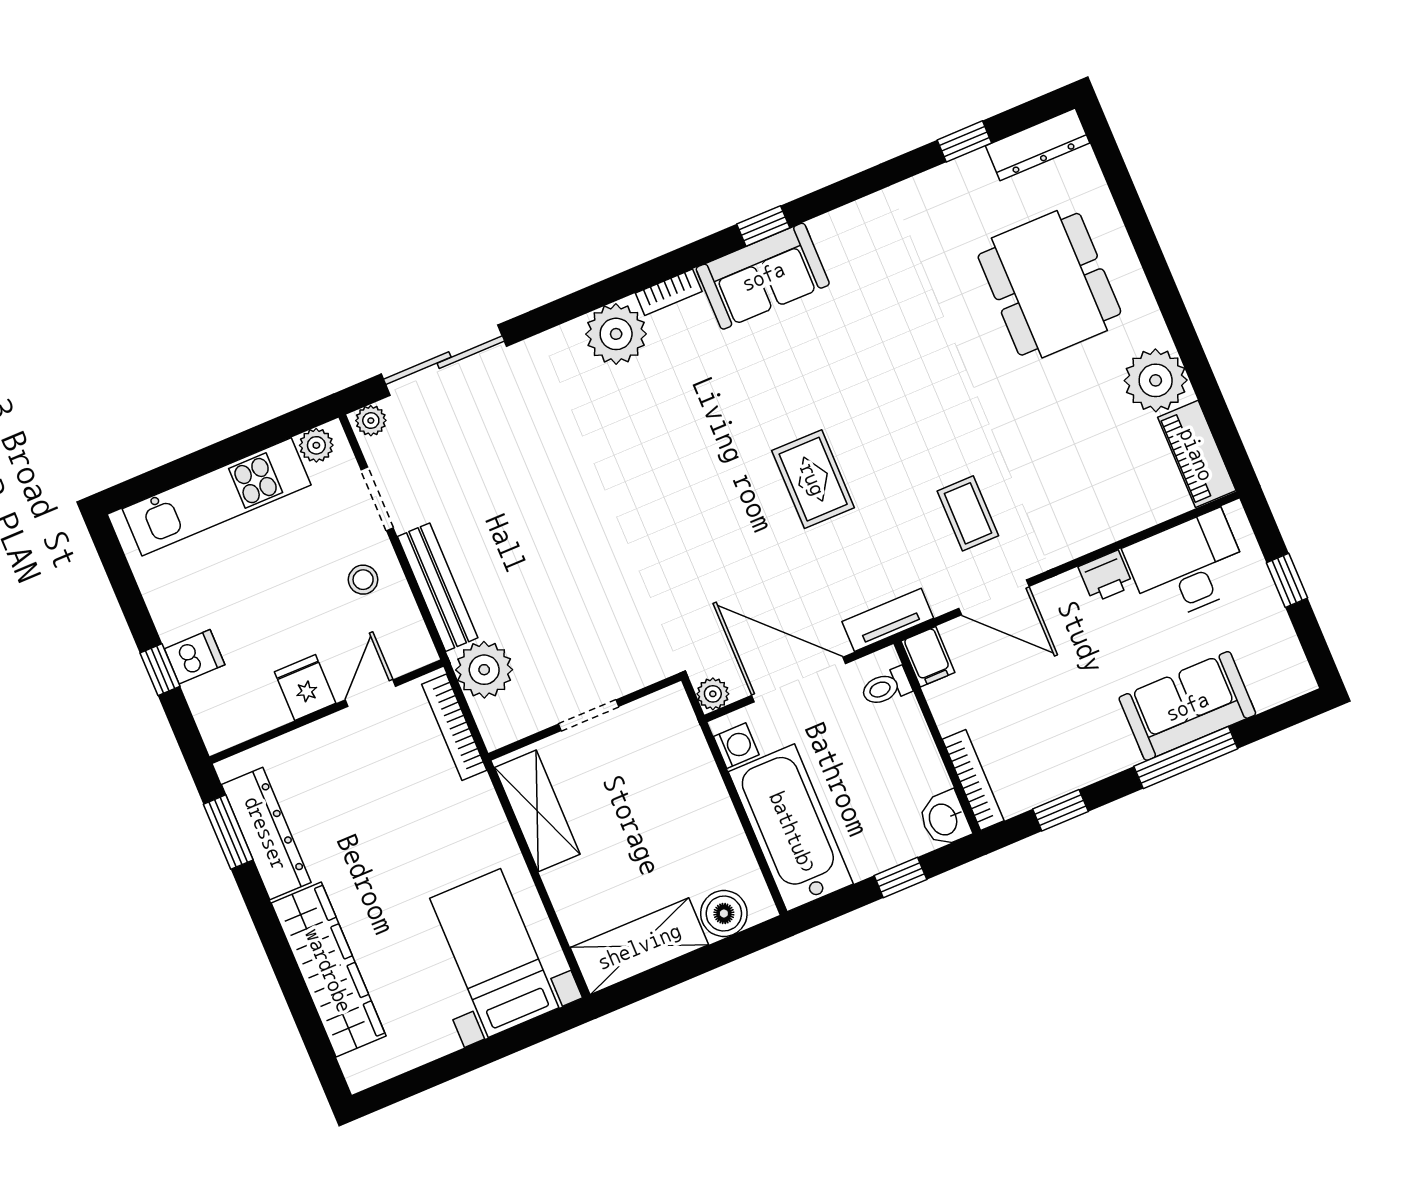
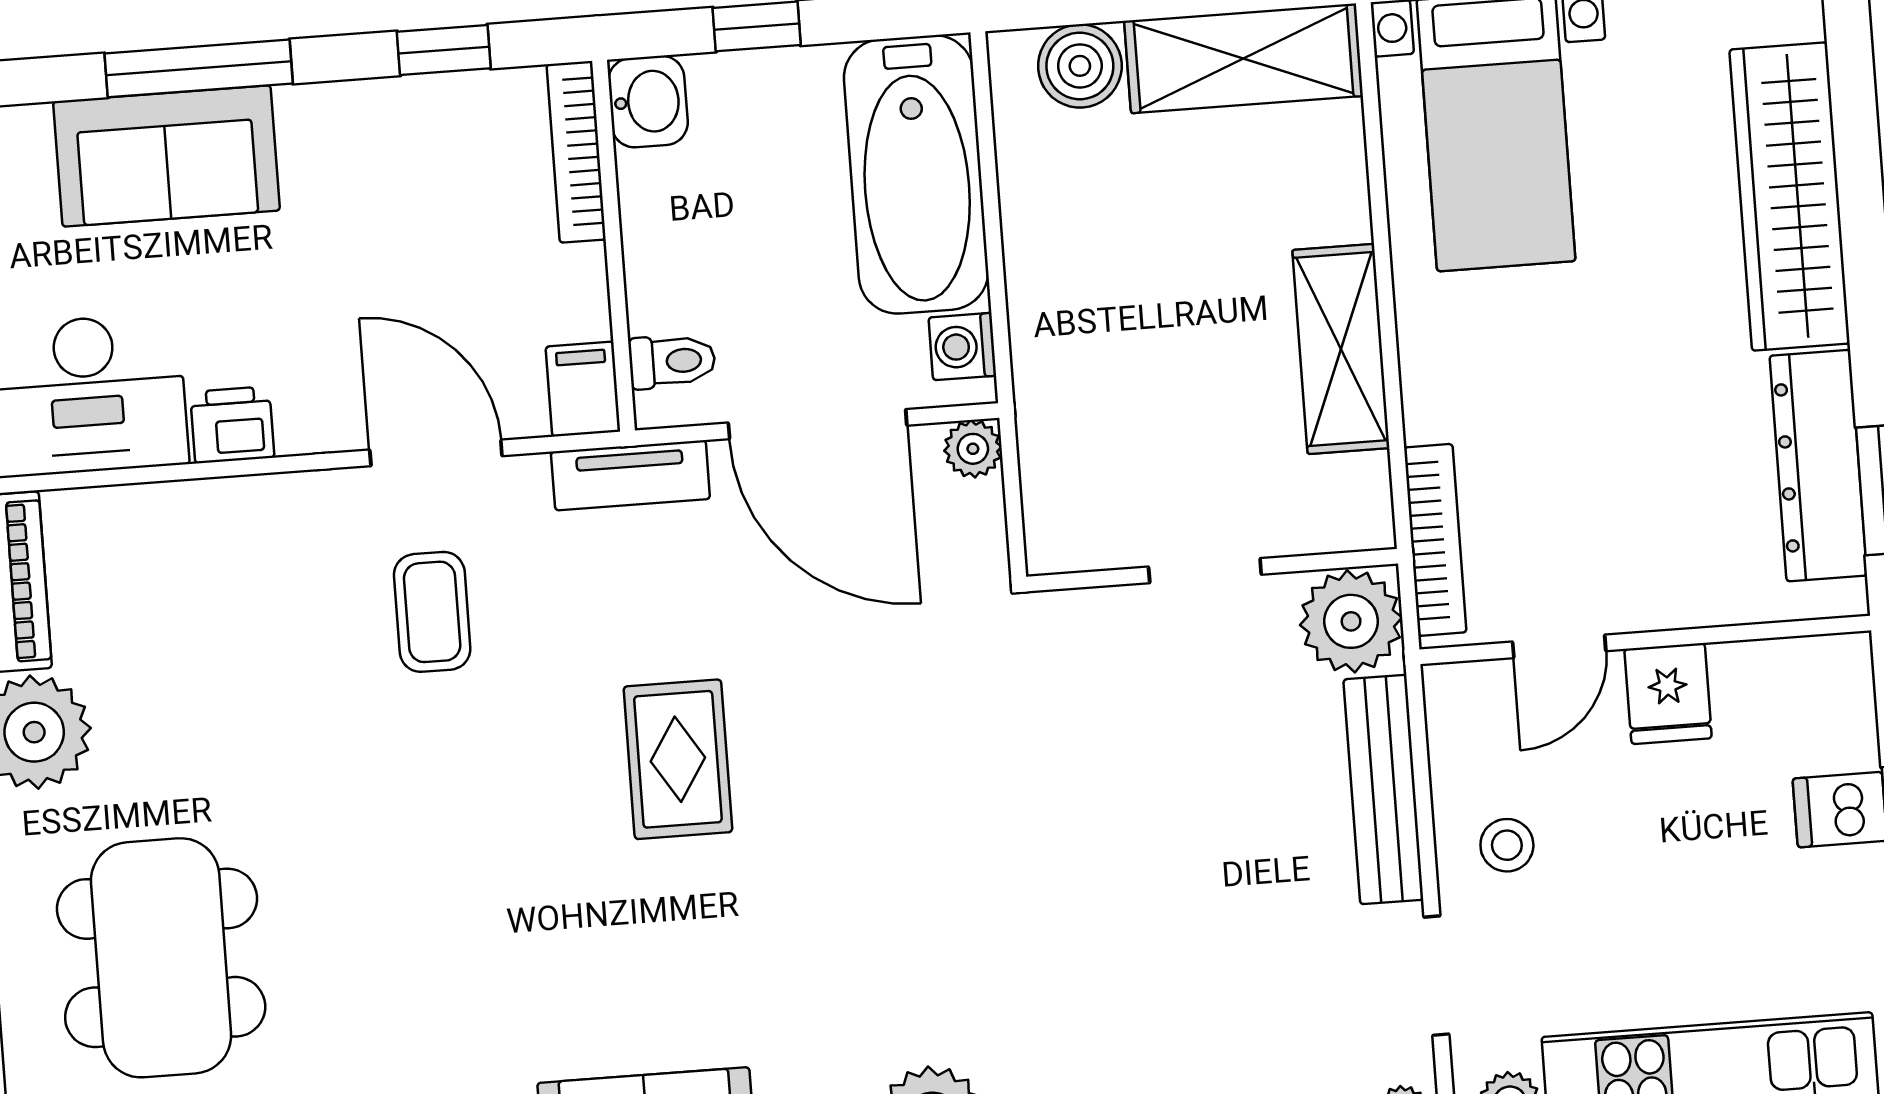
doorway: (588, 715) -> (1205, 571), moved
wall: (585, 717) -> (1212, 570), moved

